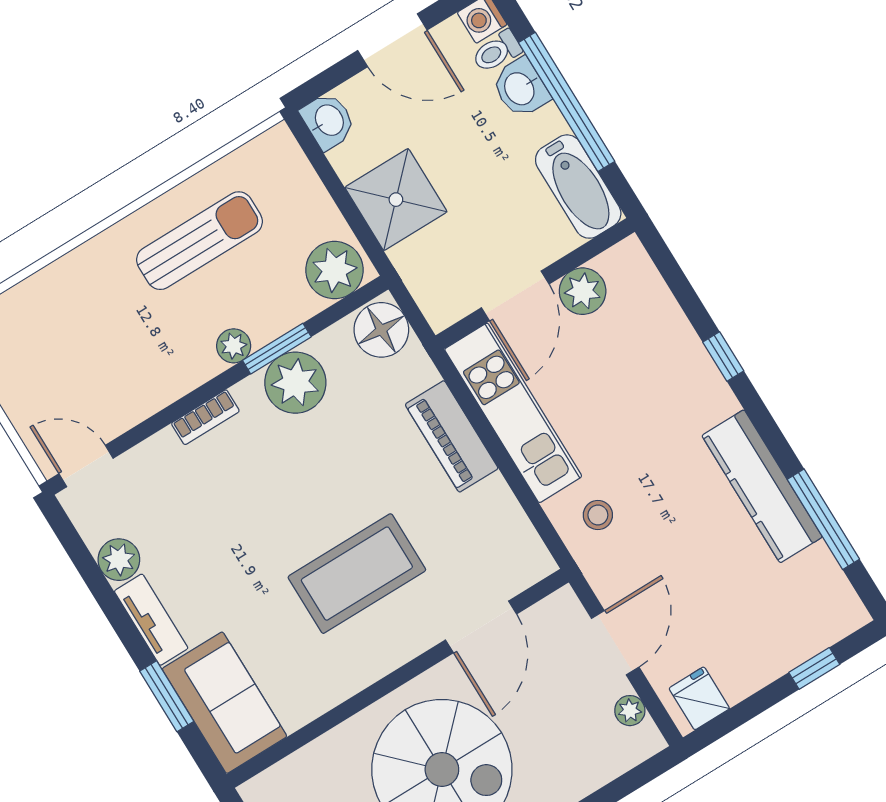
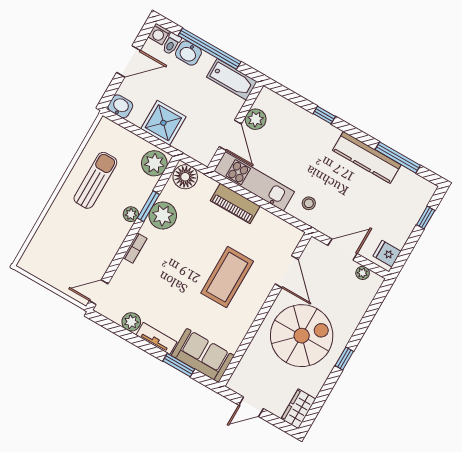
door: (615, 643) -> (343, 250), hinge flipped

